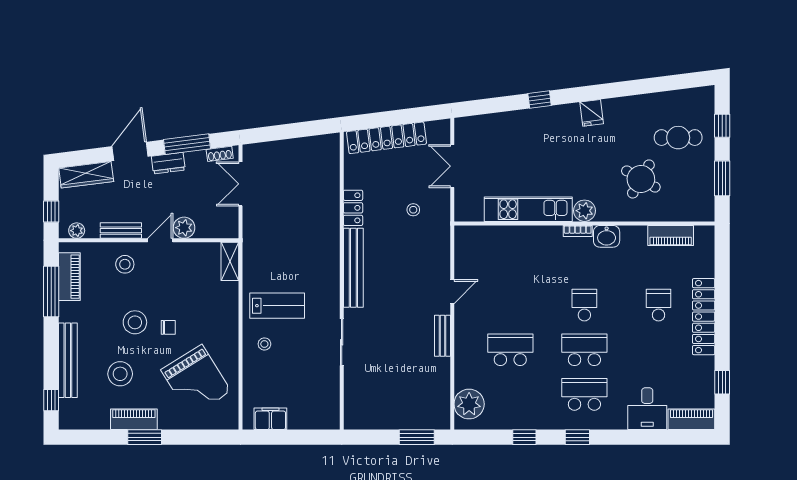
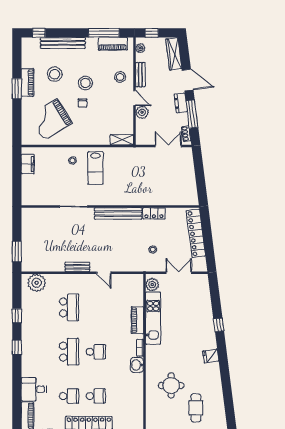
round table: (641, 179) -> (171, 386), turned -30
plant: (584, 211) -> (152, 285), moved
piano: (671, 235) -> (137, 320), moved
school desk: (584, 394) -> (69, 396), moved, width x0.54

